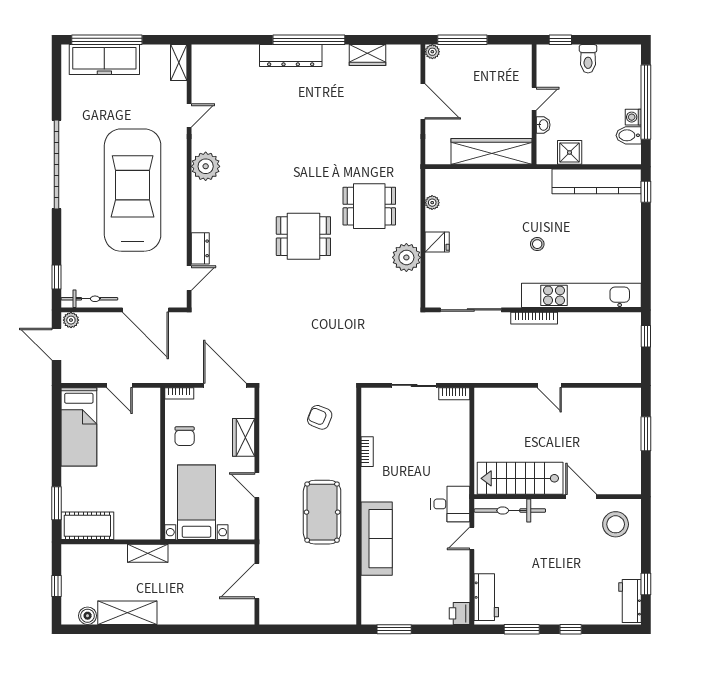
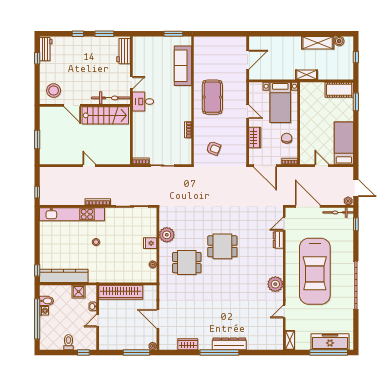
sofa: (377, 539) -> (183, 66), moved
printer: (460, 613) -> (138, 42), removed

